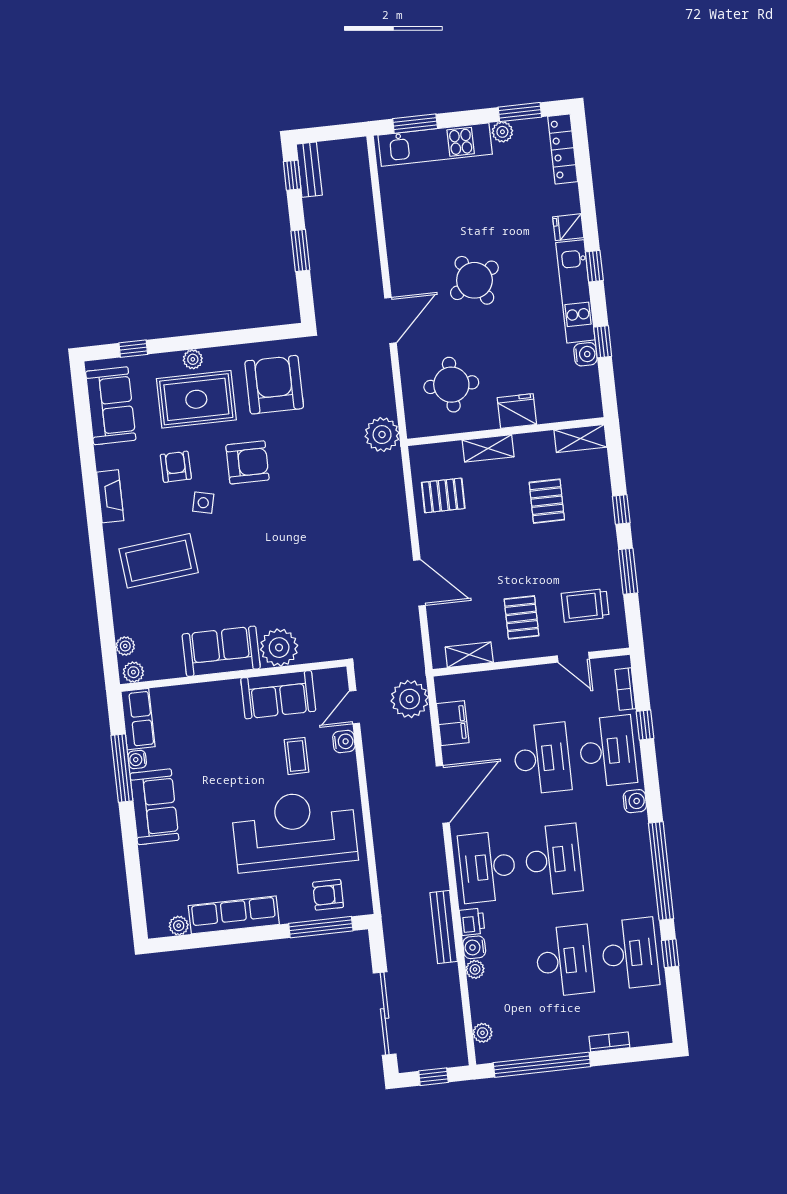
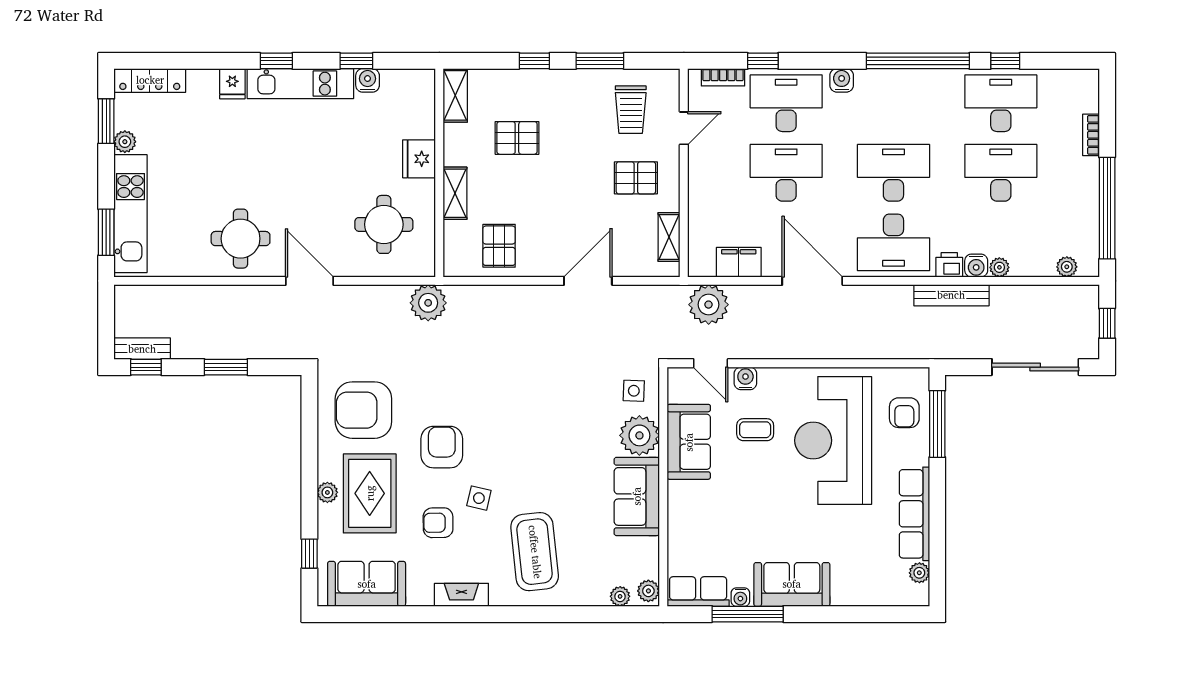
round table: (474, 280) -> (241, 239), moved, turned 30
side table: (321, 638) -> (634, 391), added

